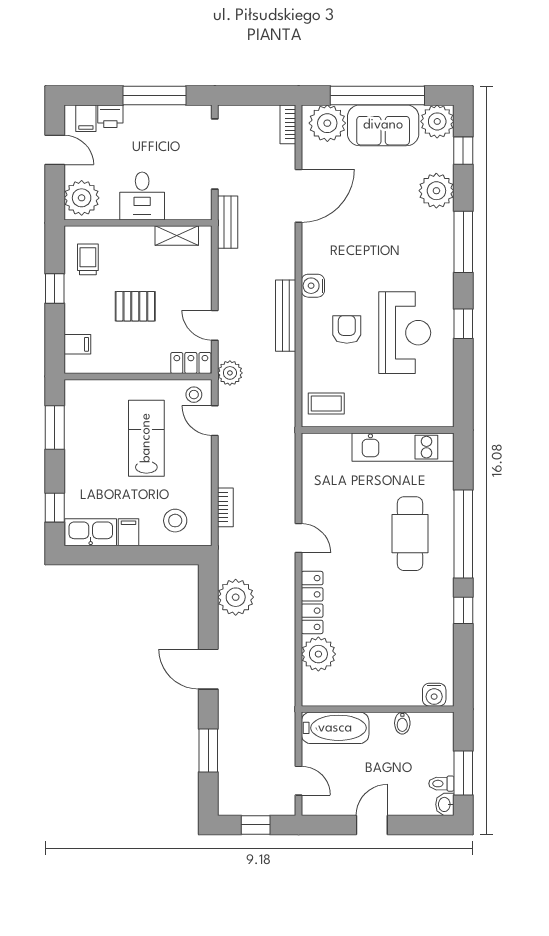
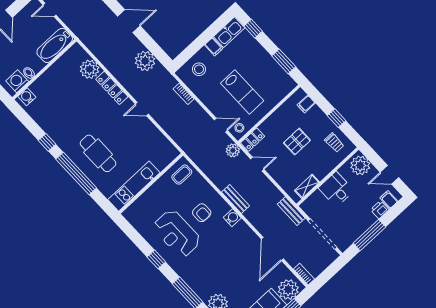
bench: (286, 316) -> (236, 199), width x0.73
washing machine: (428, 727) -> (17, 81), added

